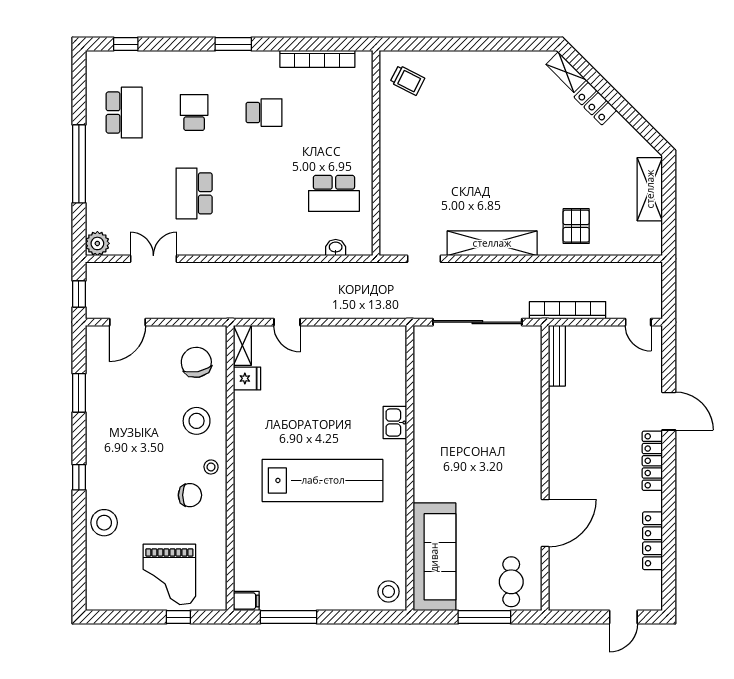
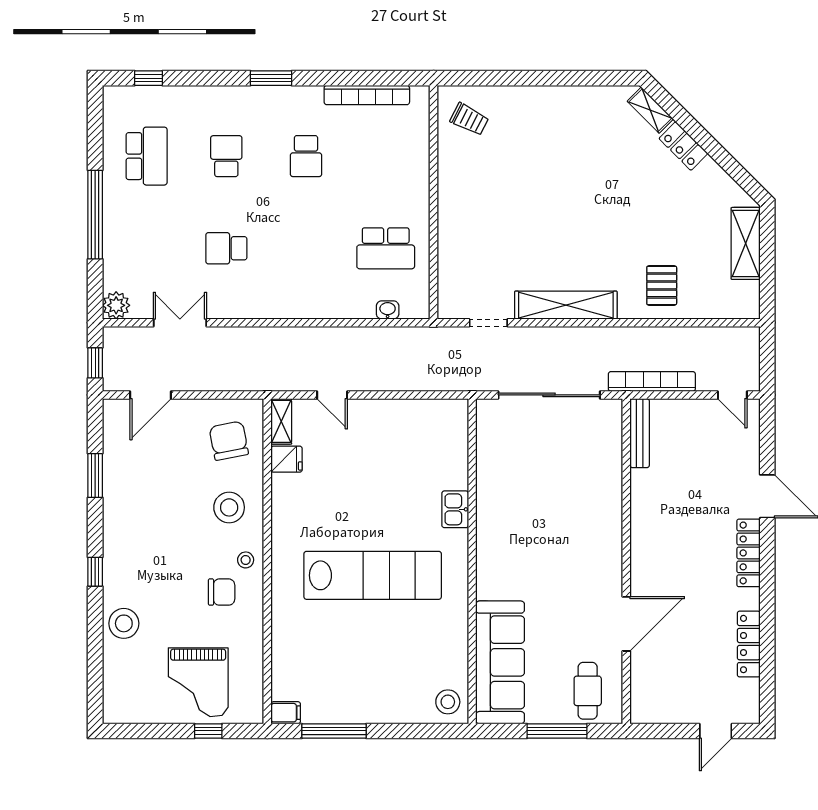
school desk: (264, 113) -> (306, 156), turned 90
school desk: (194, 193) -> (226, 248), width x0.54

